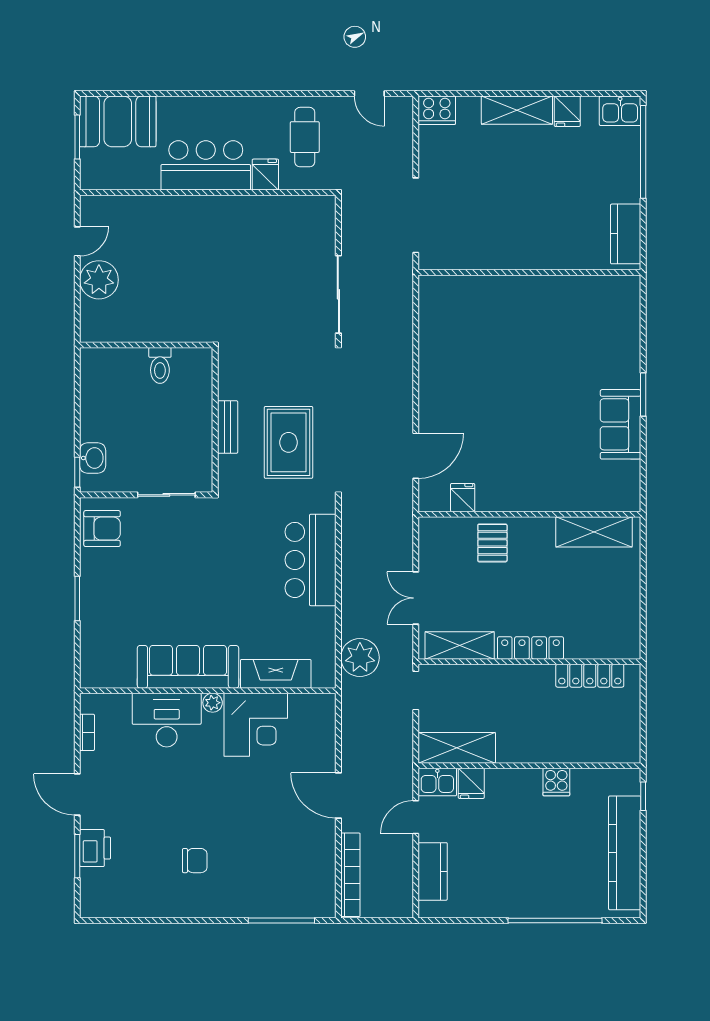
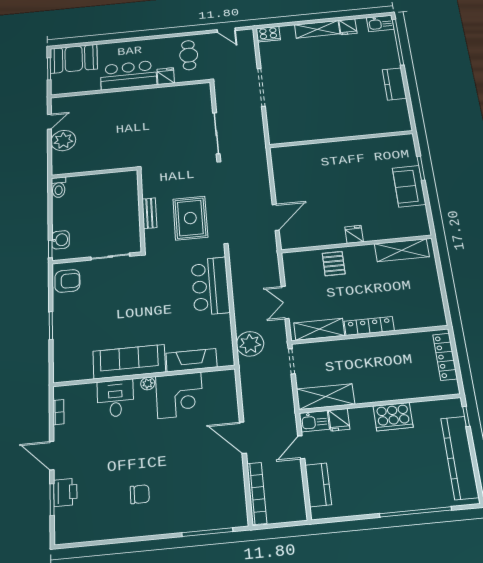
wall: (529, 272) -> (341, 139), moved
toilet: (160, 365) -> (59, 187), moved
fridge: (463, 498) -> (354, 234), moved
locker: (590, 676) -> (445, 357), moved, turned 90
desk: (167, 720) -> (115, 398), width x0.73
cooker: (556, 782) -> (393, 417), width x1.87, depth x1.31

